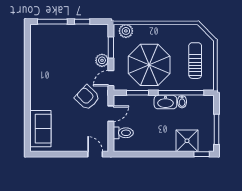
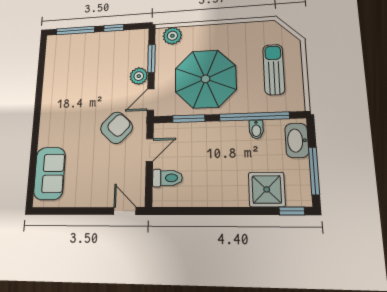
armchair: (87, 98) -> (117, 128), turned 90
washbasin: (165, 102) -> (297, 140), moved, turned 90

